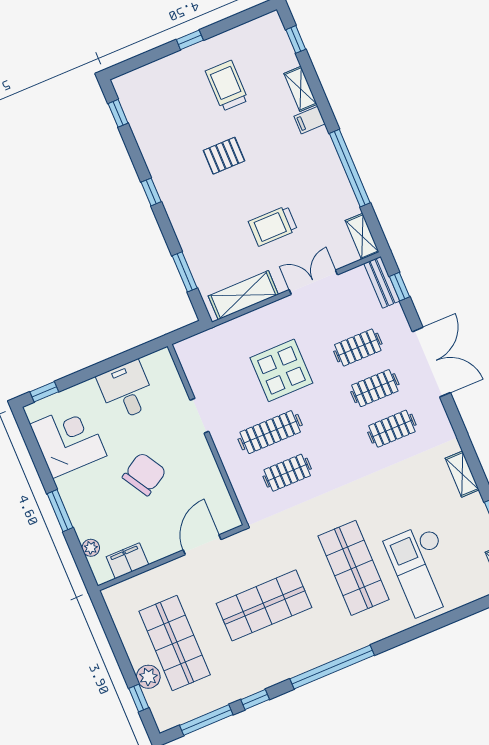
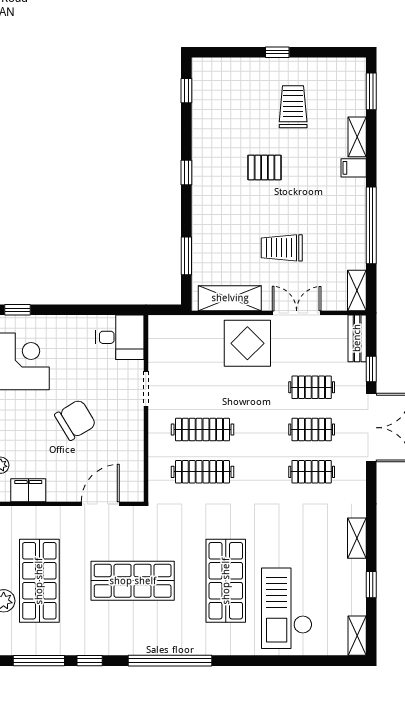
window: (296, 39) -> (371, 91), width x1.50
window: (400, 287) -> (371, 369), moved
display table: (281, 370) -> (247, 343), moved
desk: (126, 390) -> (120, 337), moved, turned 90
clothes rail: (287, 473) -> (202, 472), width x1.36

